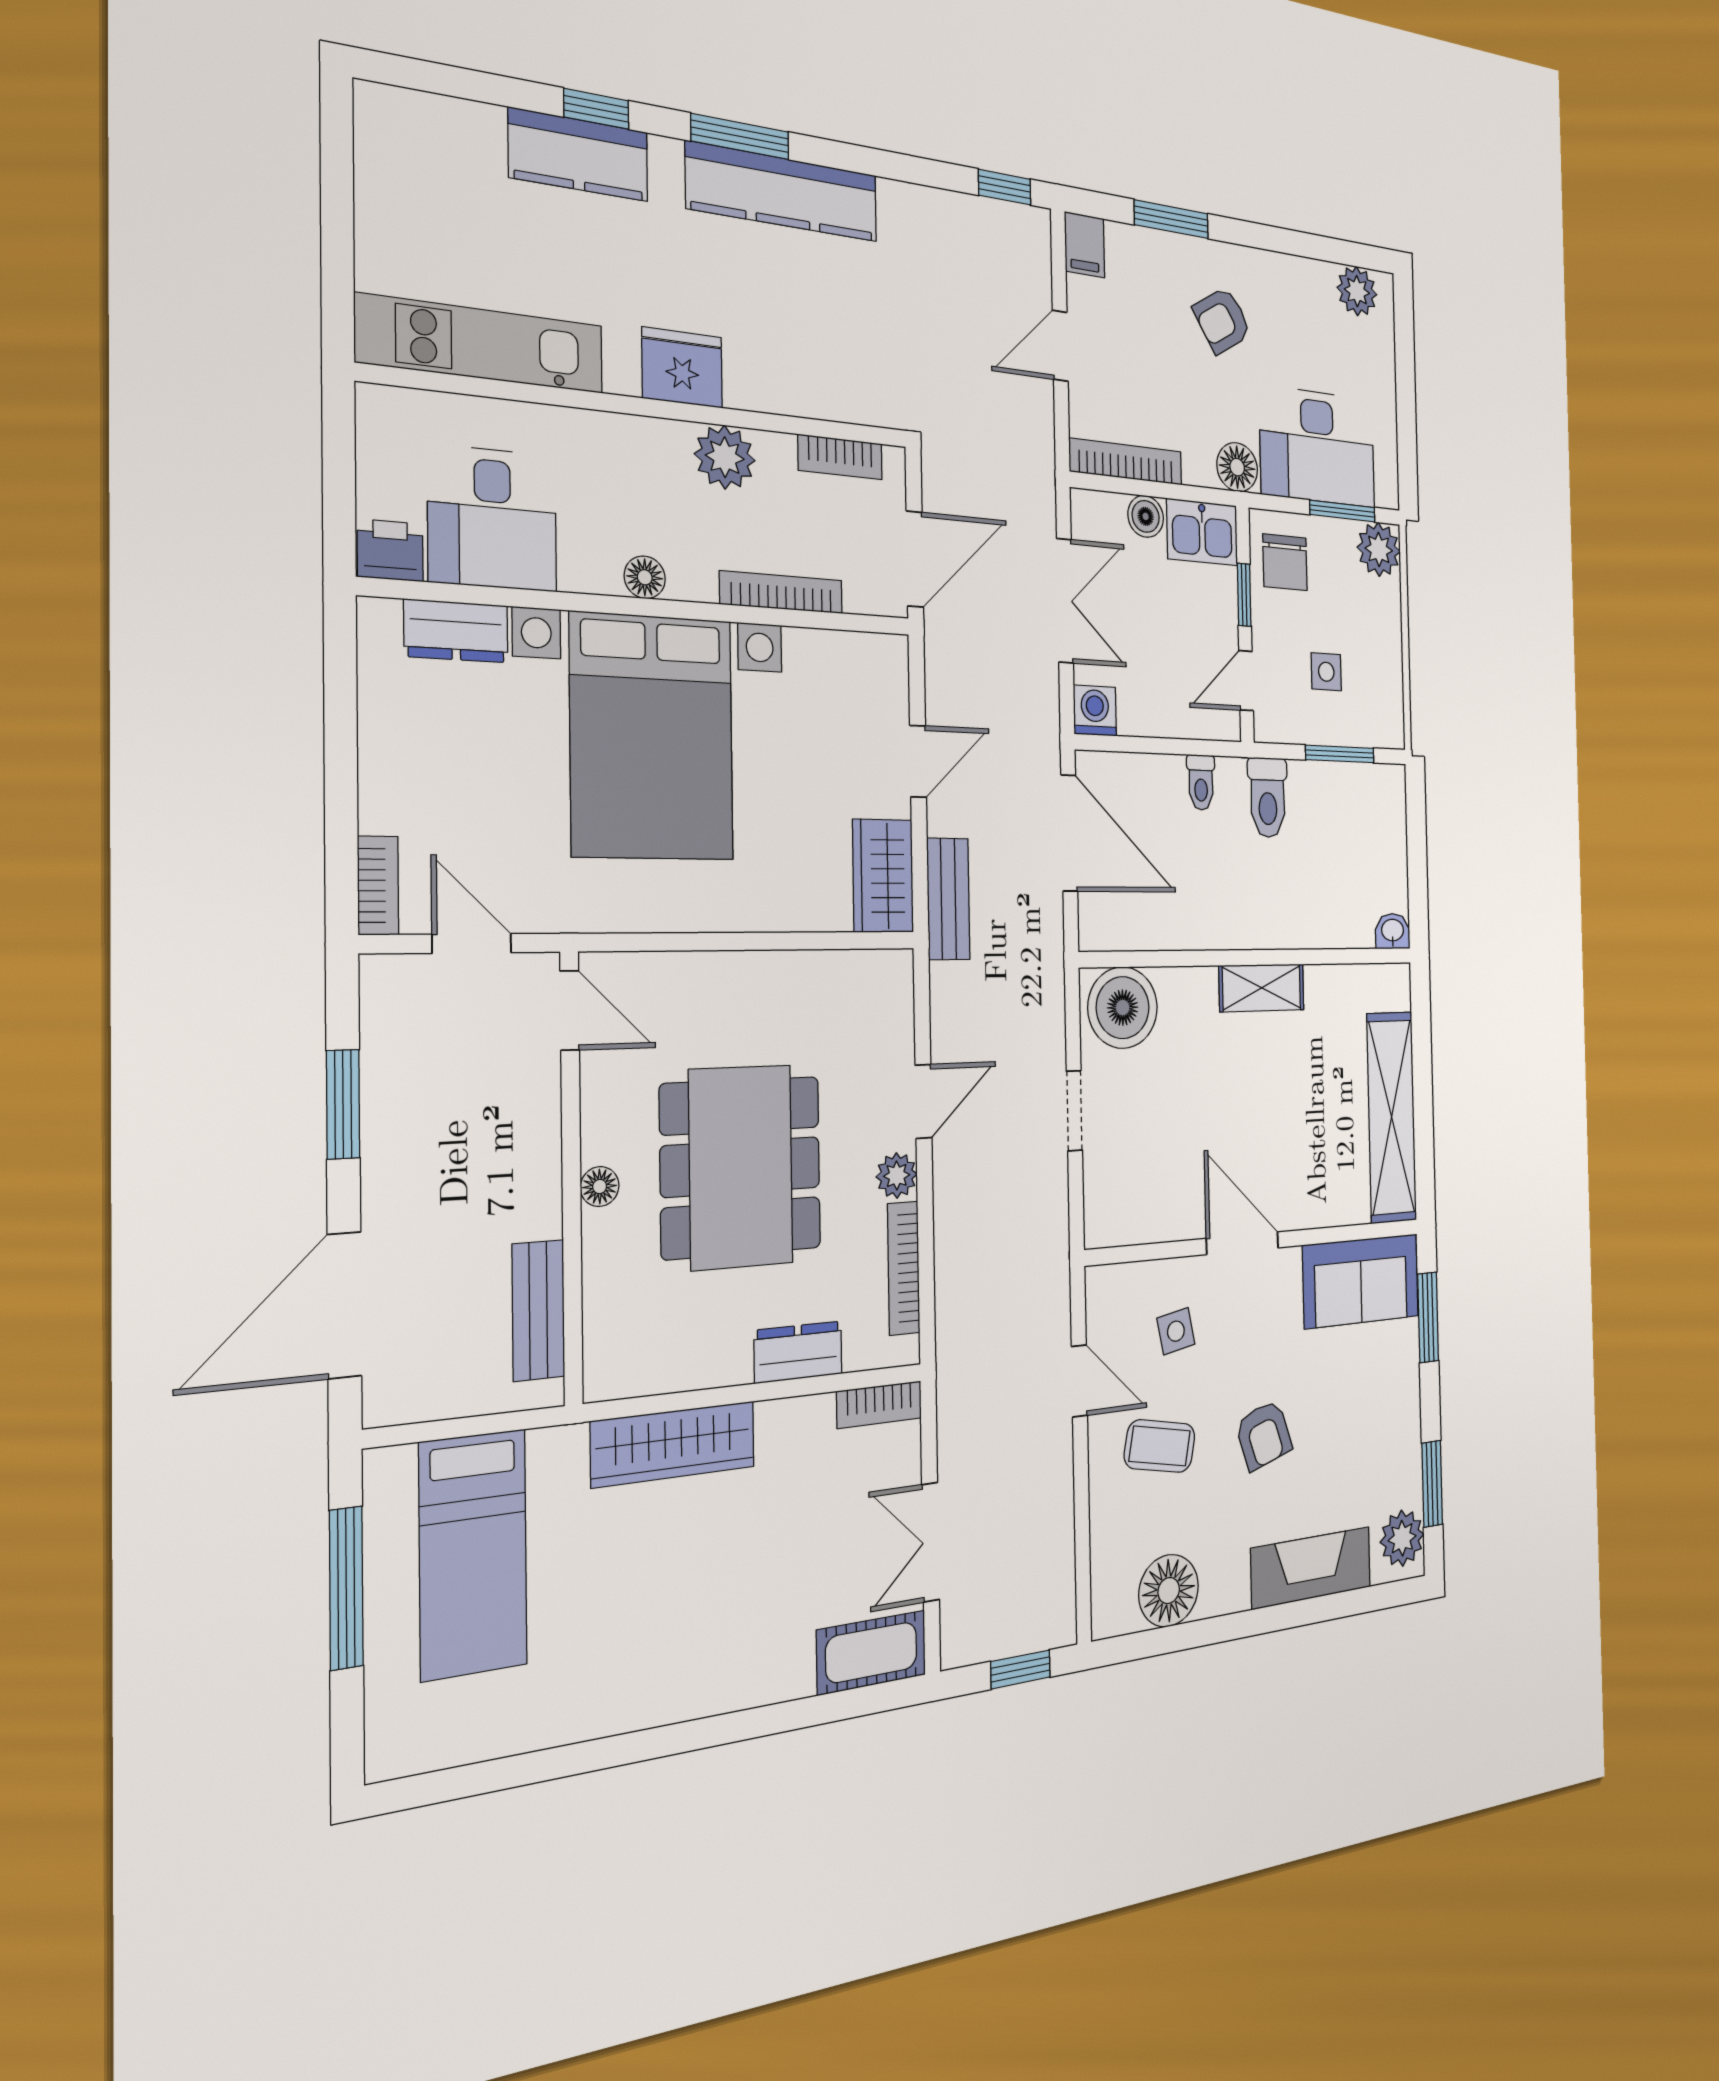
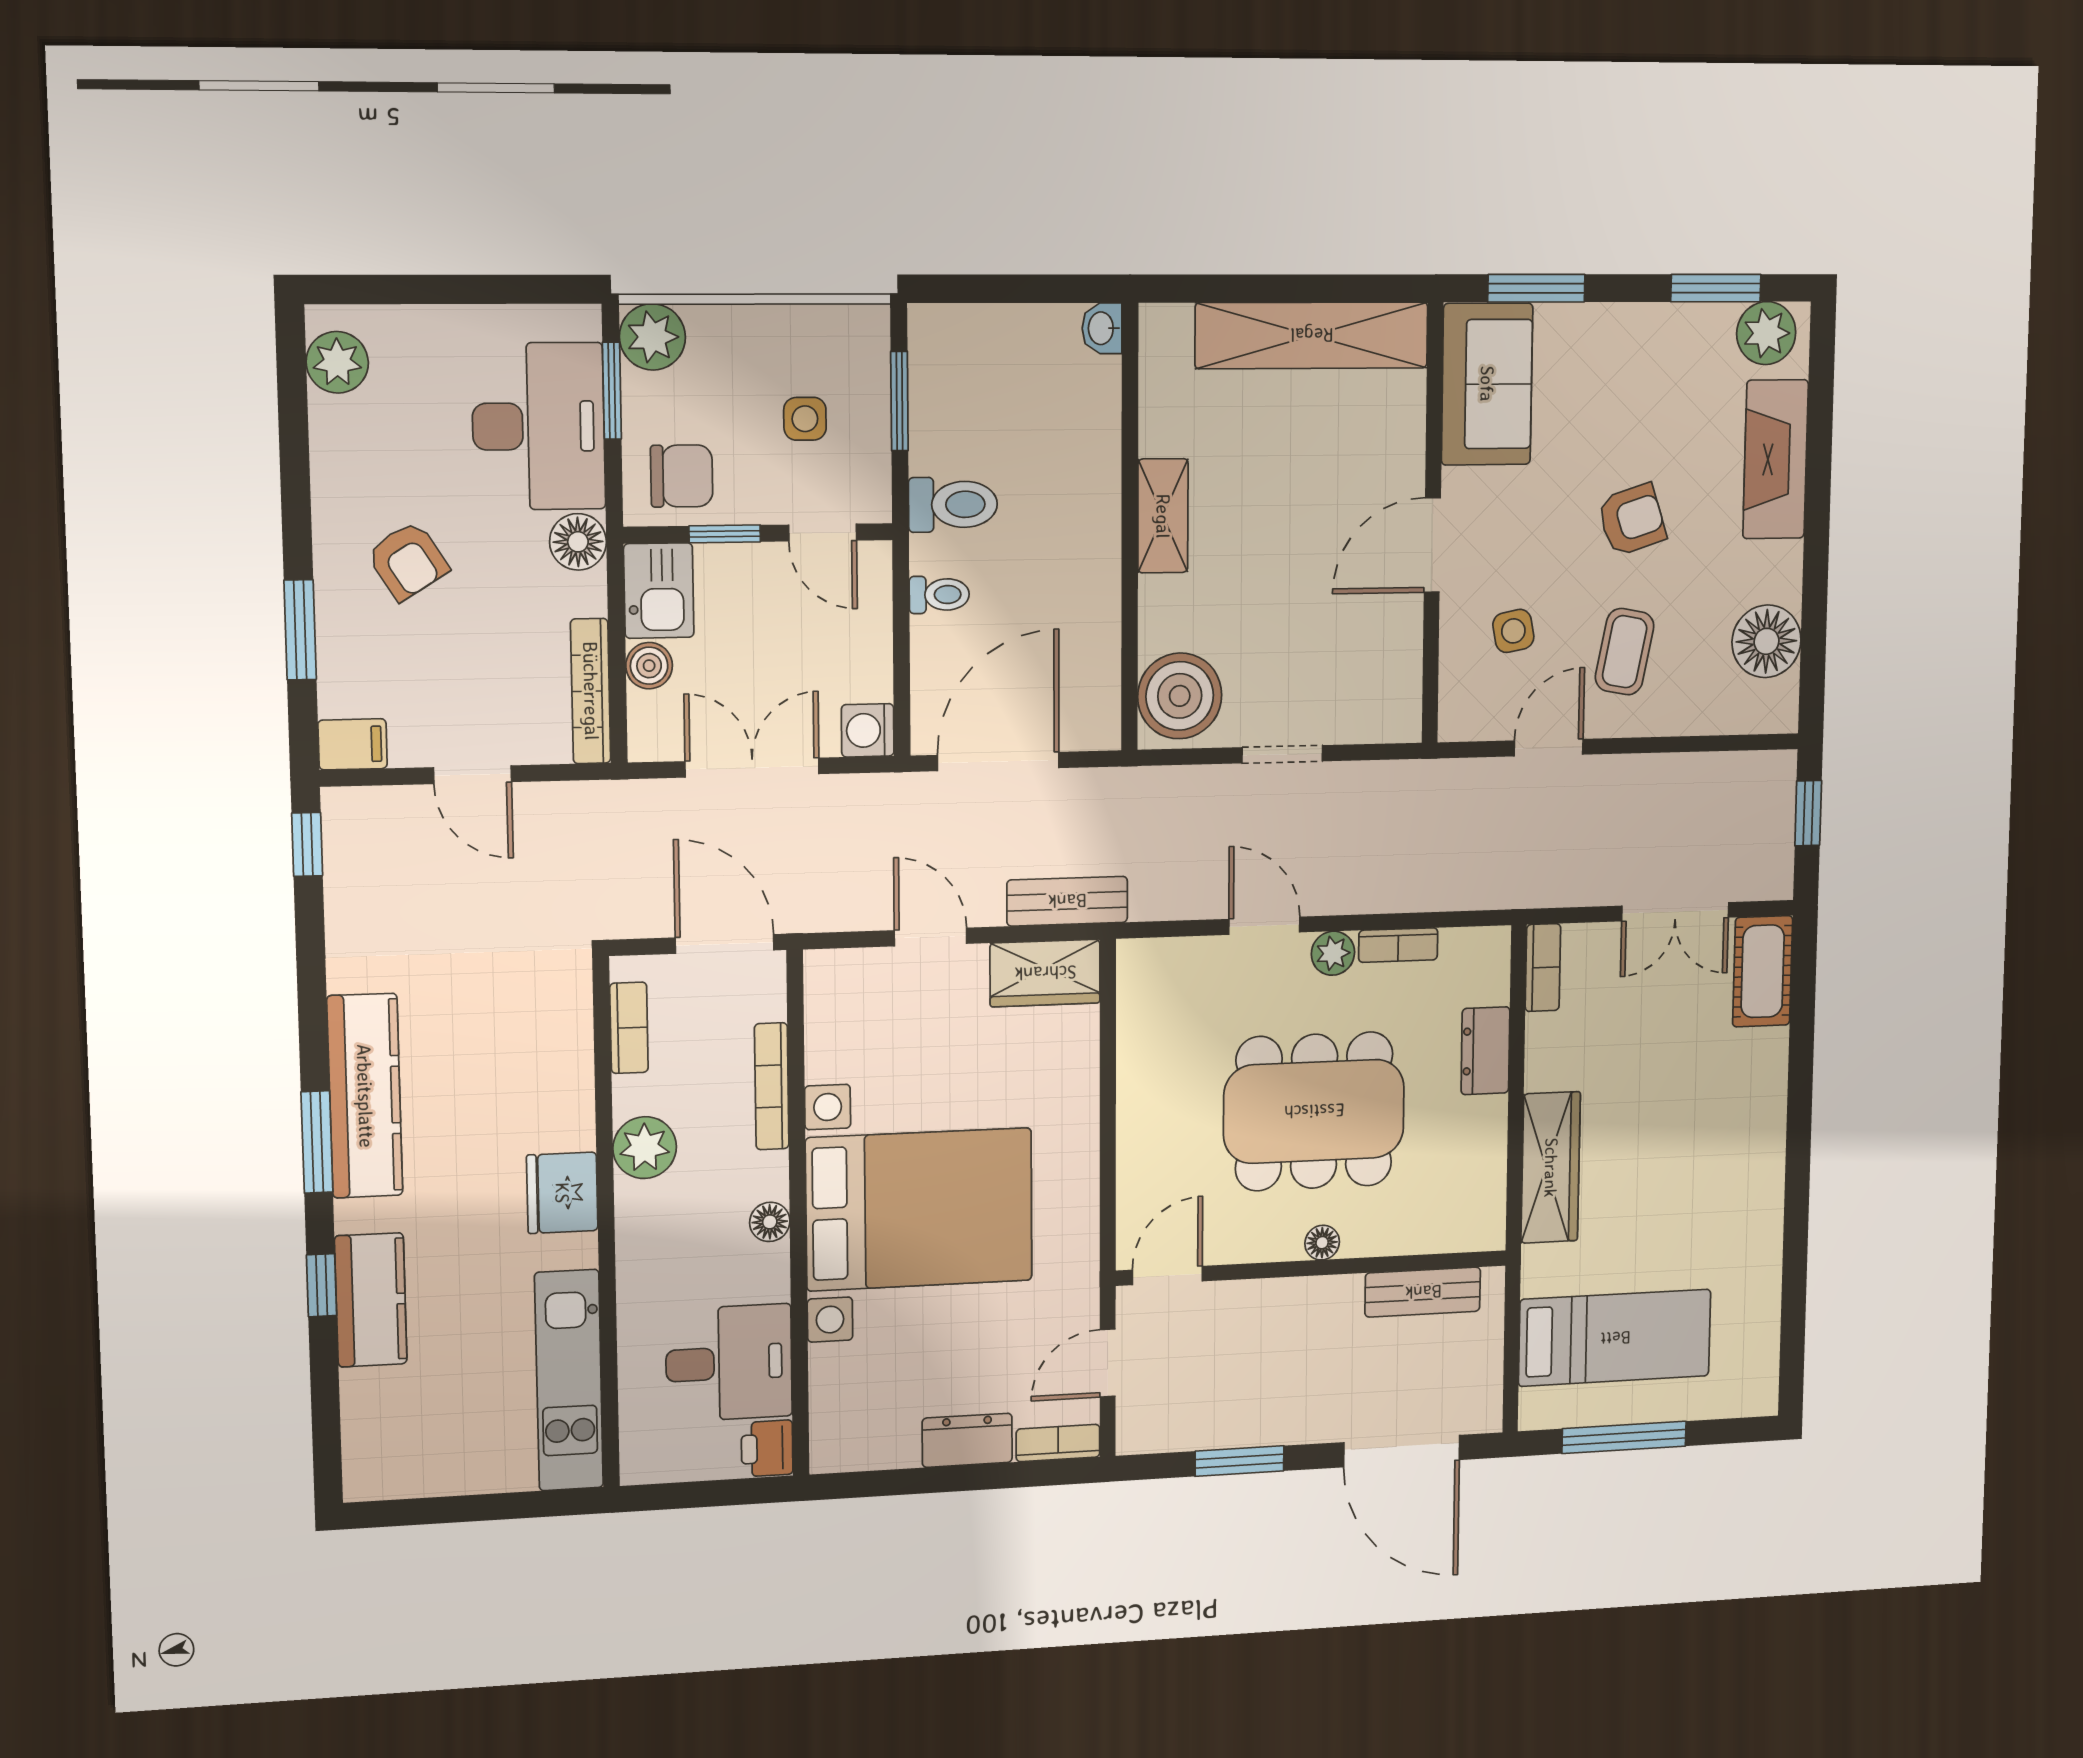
dresser: (456, 631) -> (967, 1440), moved, turned -90
bookcase: (904, 1268) -> (1398, 945), width x0.64

